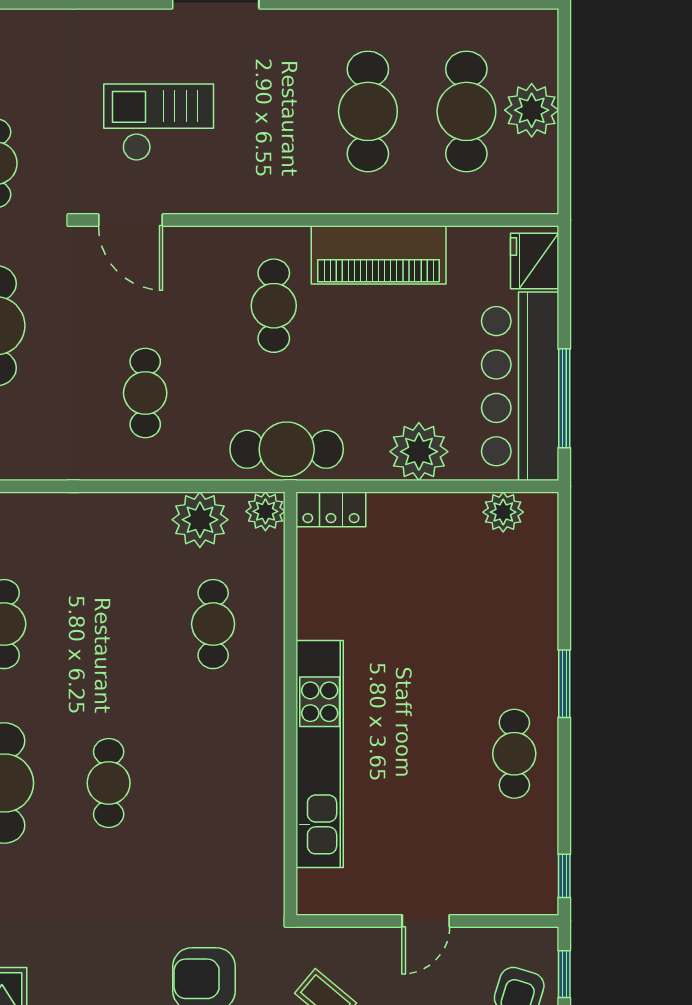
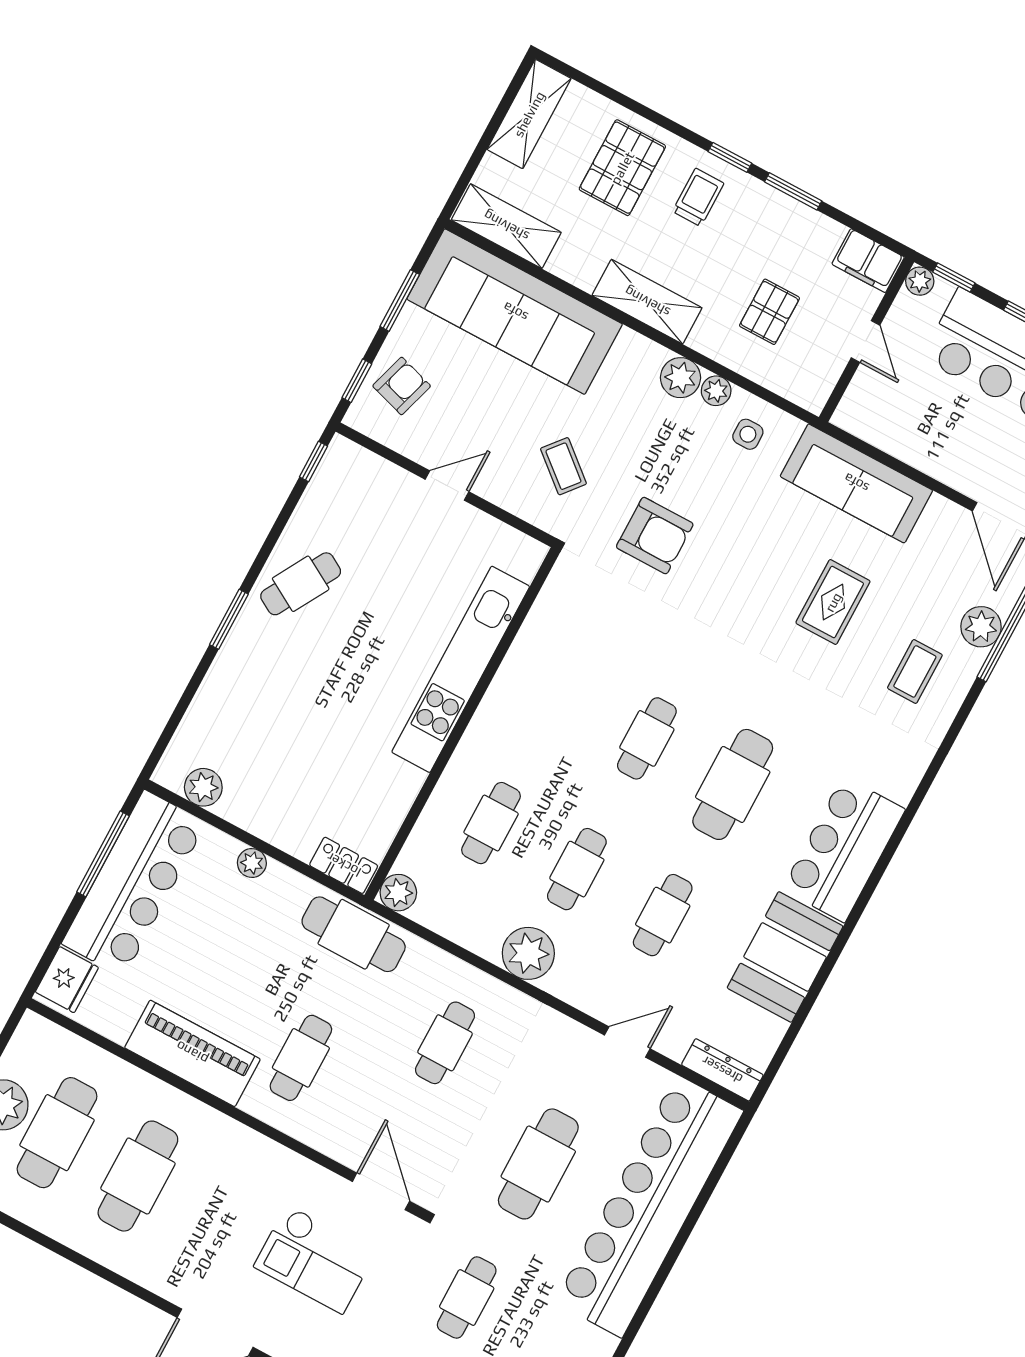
plant: (419, 452) -> (252, 863), width x0.53, depth x0.53
plant: (200, 520) -> (528, 953), moved
cafe table: (109, 624) -> (577, 869), added
cafe table: (514, 754) -> (301, 584), turned 30

